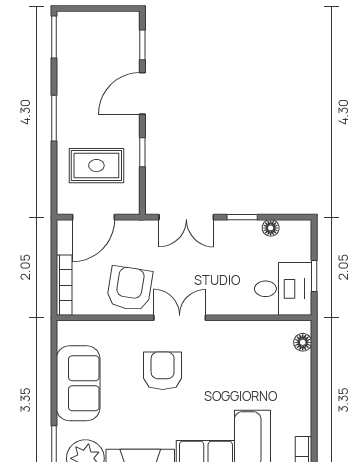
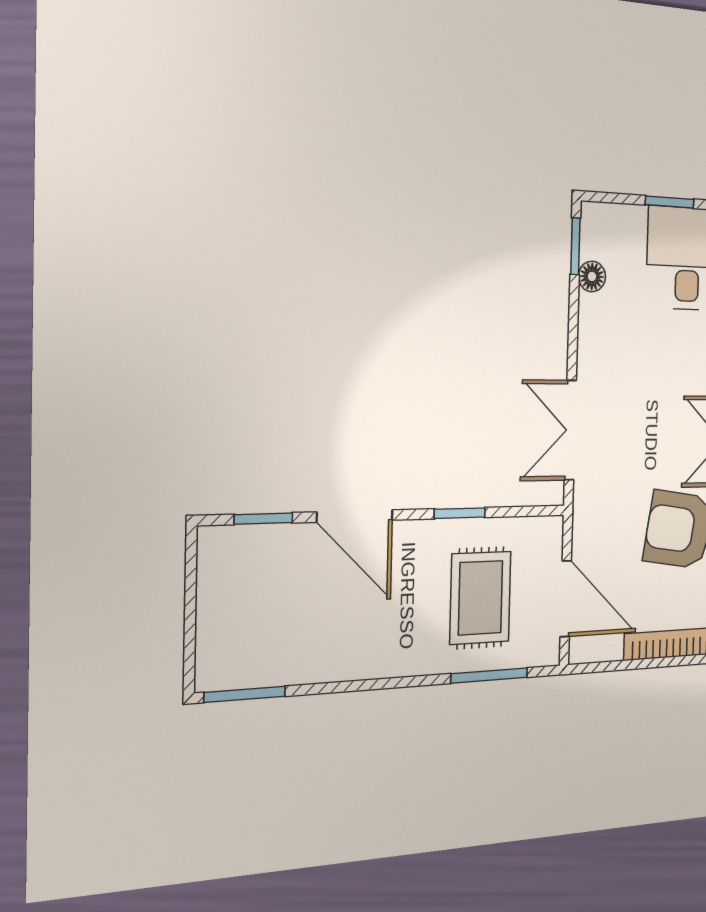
window: (54, 118) -> (489, 676), moved
double door: (186, 217) -> (570, 430), swing flipped
window: (242, 217) -> (575, 246), moved

